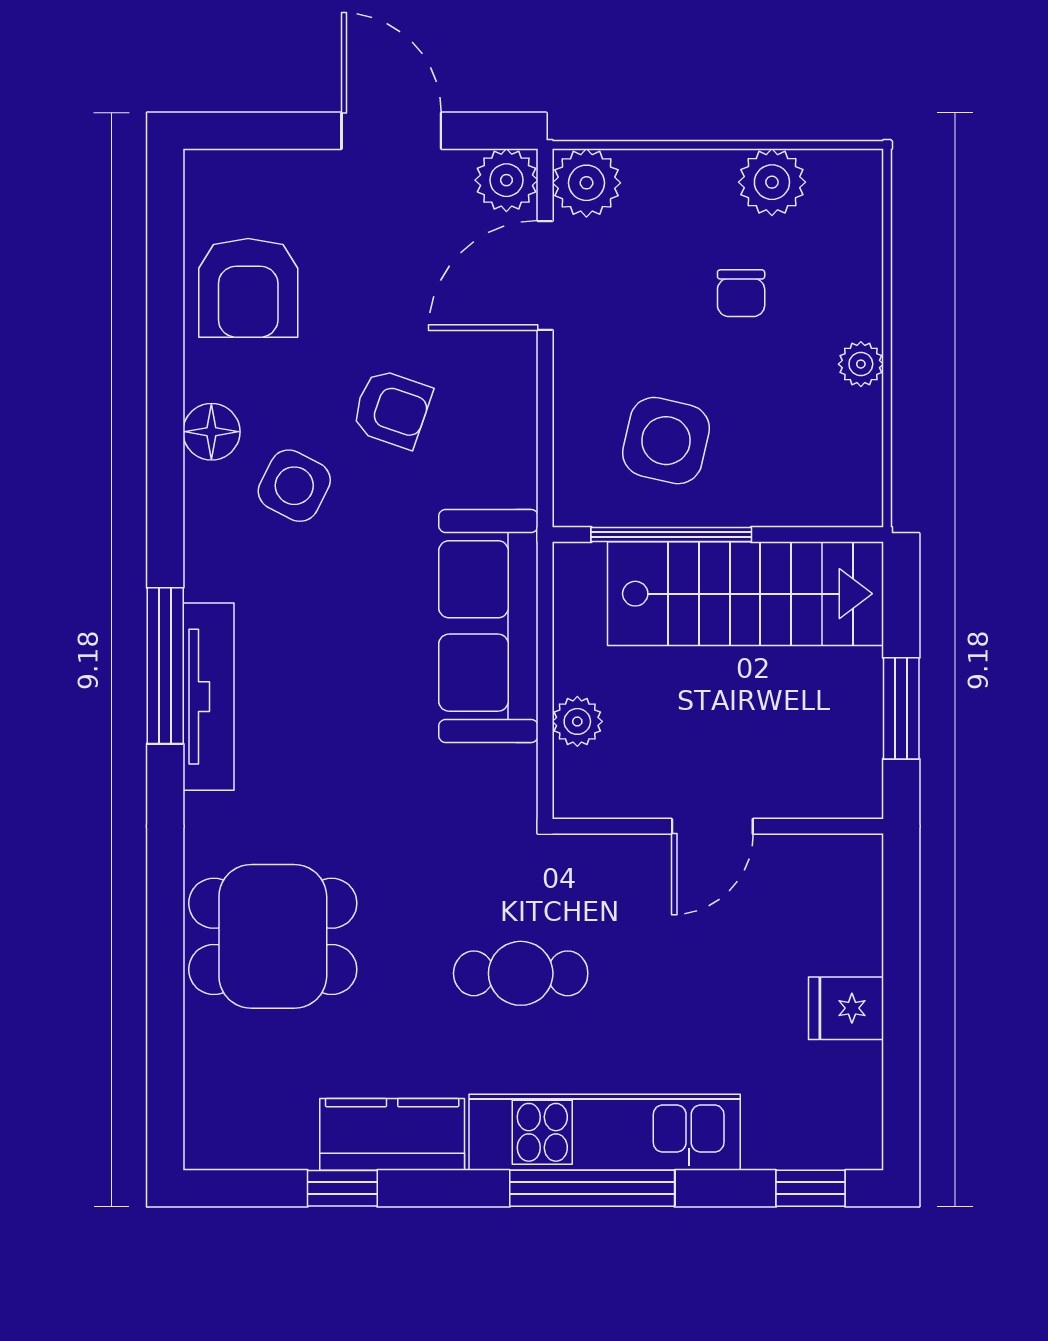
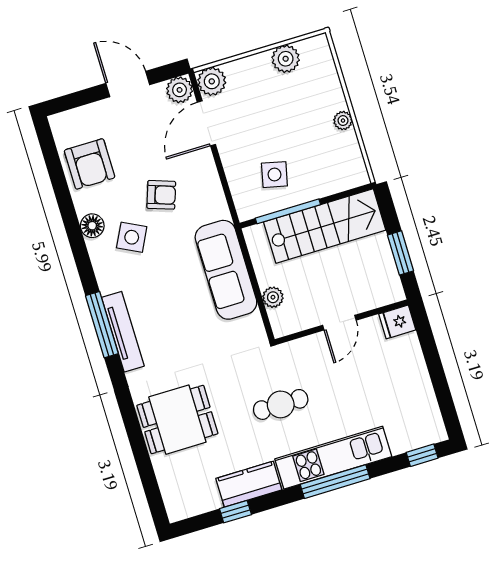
chair: (741, 293) -> (287, 107), removed
side table: (666, 441) -> (274, 175), width x0.73, depth x0.73
fridge: (846, 1008) -> (397, 322), moved

